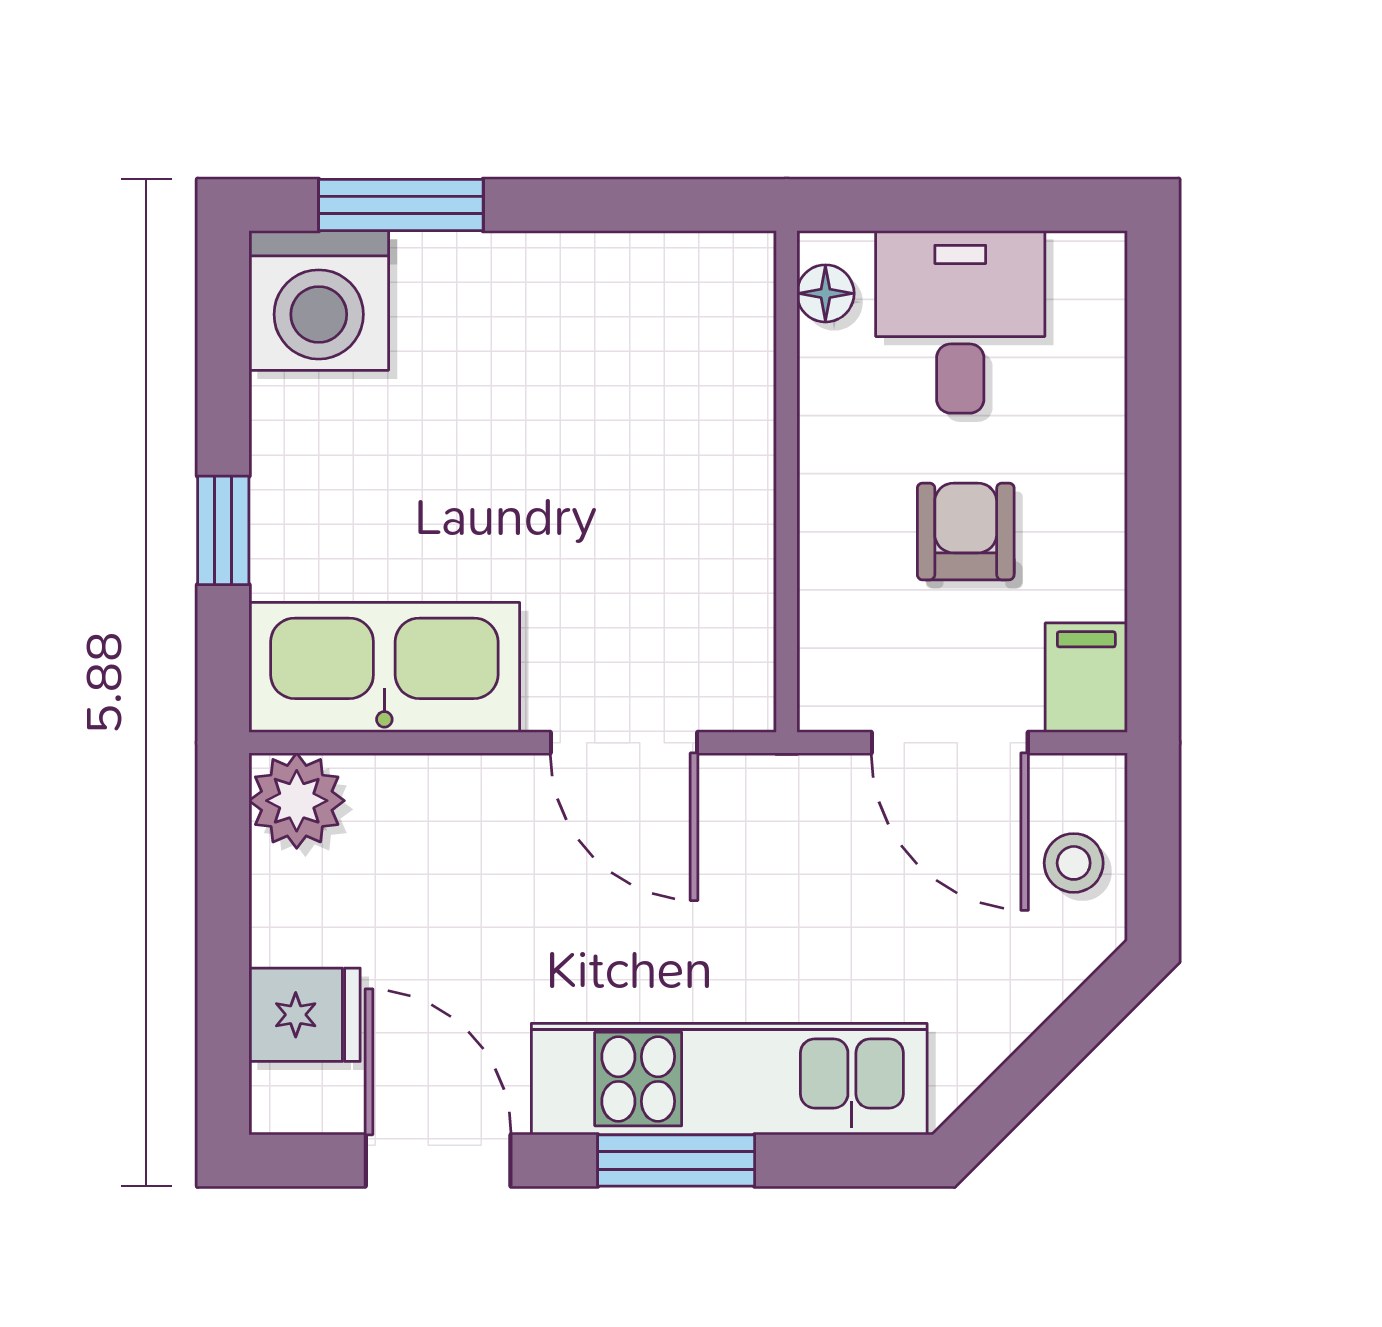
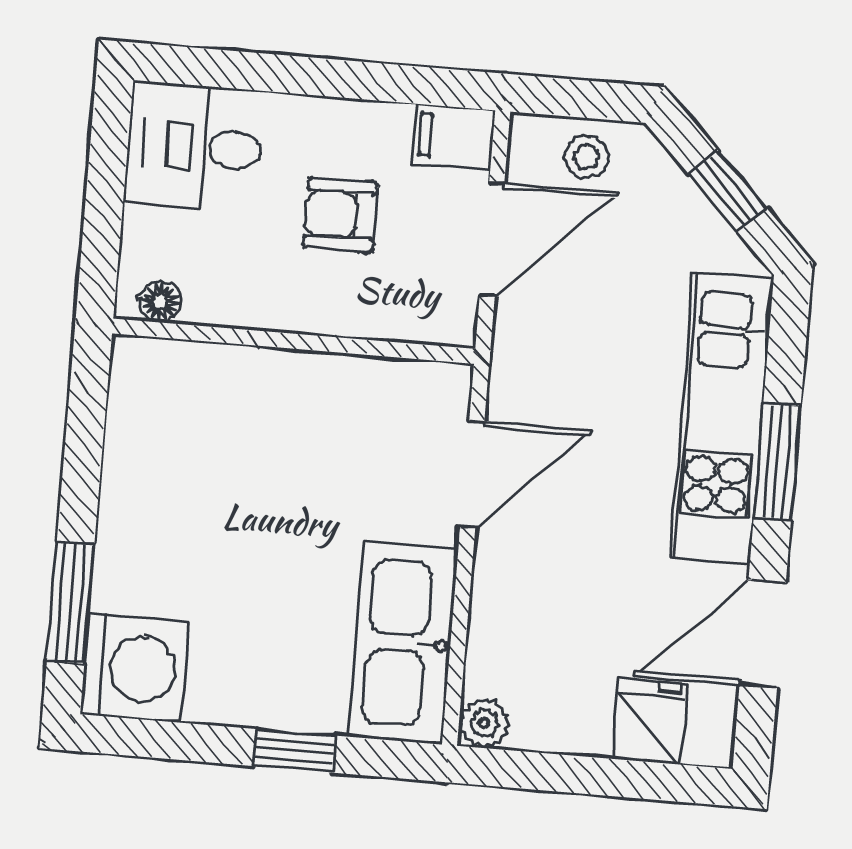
desk: (960, 322) -> (194, 147), moved
plant: (297, 801) -> (484, 723), width x0.73, depth x0.73
window: (1043, 1061) -> (728, 191), added

